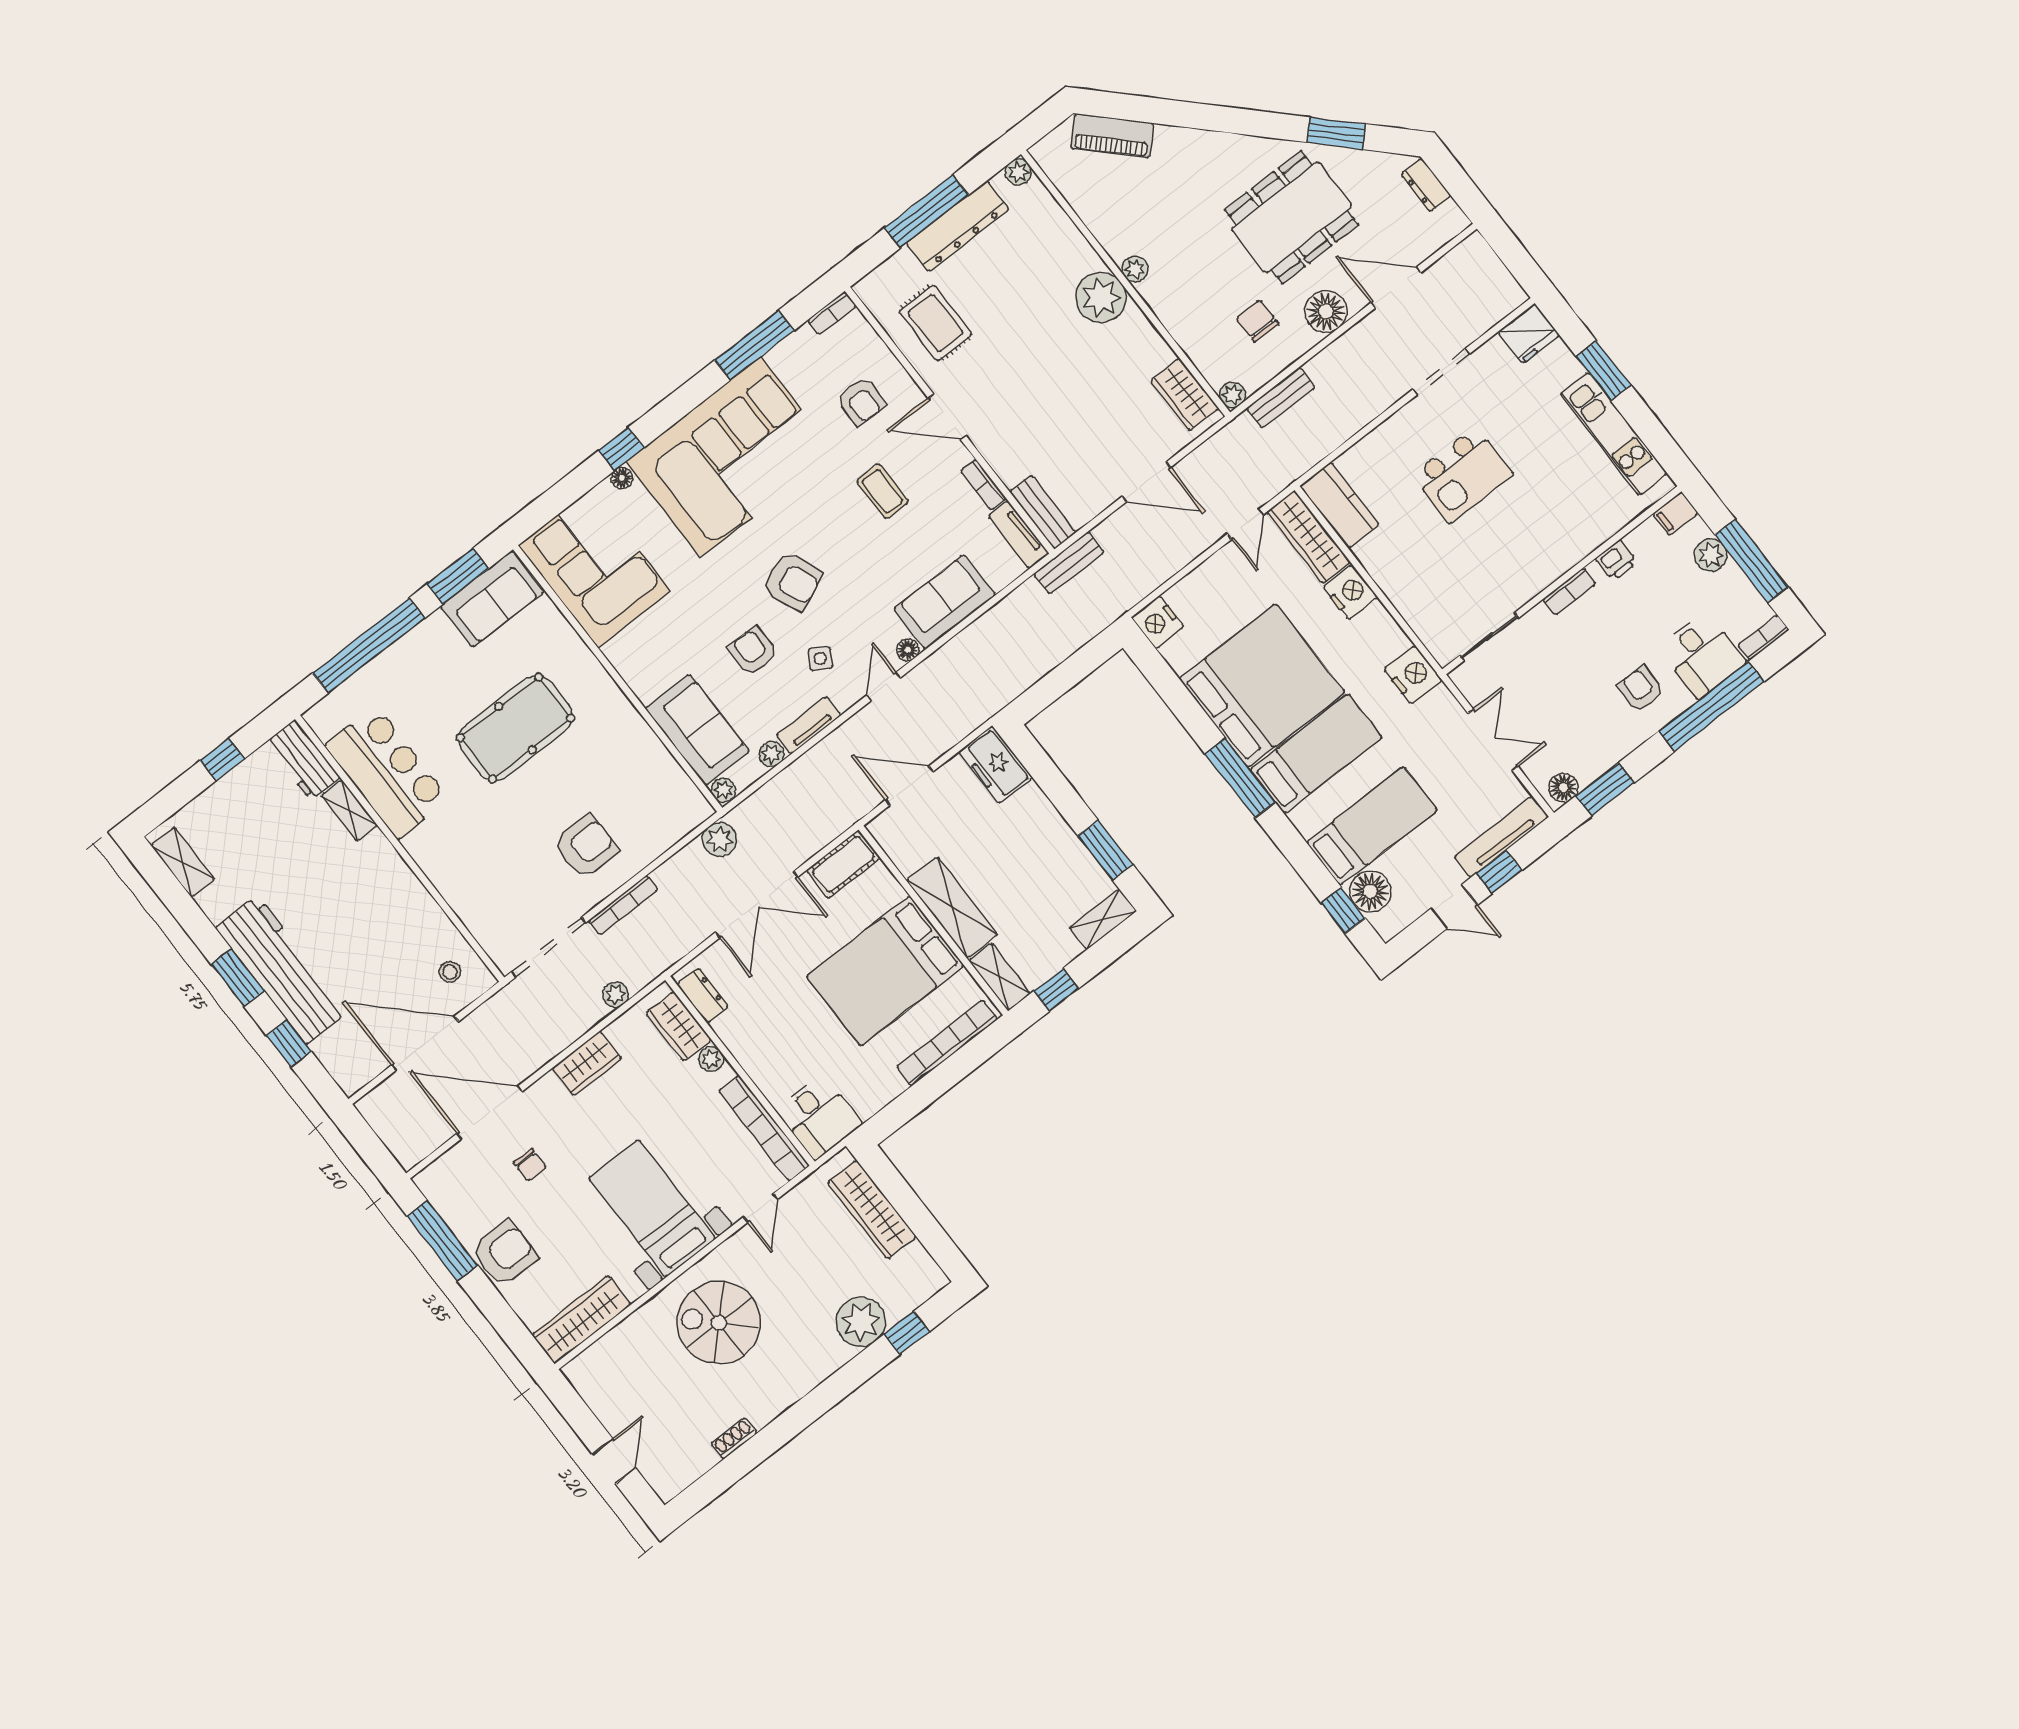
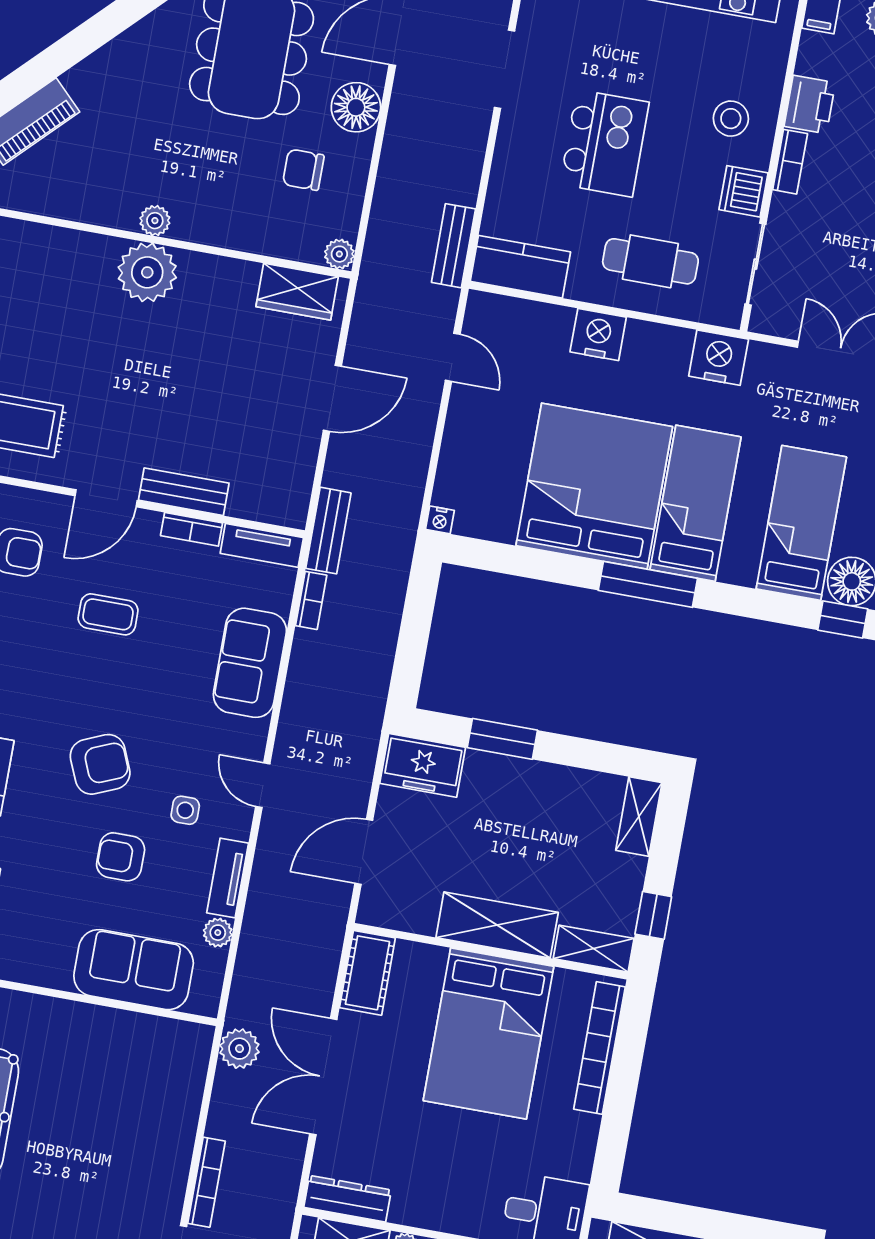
bench: (1281, 398) -> (453, 246), moved
bench: (1043, 512) -> (184, 492), moved
stool: (1556, 531) -> (731, 119), added
wardrobe: (1309, 537) -> (518, 319), removed
printer: (1616, 560) -> (810, 105), width x1.36, depth x1.24
cafe table: (1425, 575) -> (650, 261), added
dishwasher: (1523, 584) -> (743, 191), added
bookcase: (1018, 597) -> (311, 600), added
nightstand: (1158, 622) -> (440, 520), width x0.53, depth x0.56
floor lamp: (908, 650) -> (255, 734), removed
side table: (820, 658) -> (185, 810), turned -32
plant: (723, 790) -> (204, 1002), removed
armchair: (586, 846) -> (127, 1160), removed
window: (1105, 850) -> (502, 739), moved
double door: (757, 905) -> (323, 1077), swing flipped
dresser: (703, 995) -> (348, 1199), width x1.44

